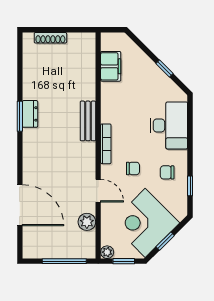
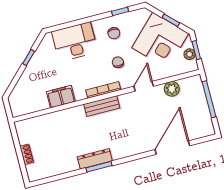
shoe rack: (50, 38) -> (27, 154), width x0.70
filing cabinet: (111, 66) -> (61, 97), moved
dresser: (30, 114) -> (95, 159), width x1.44
bench: (88, 121) -> (102, 106), moved
plant: (107, 252) -> (189, 54), moved

